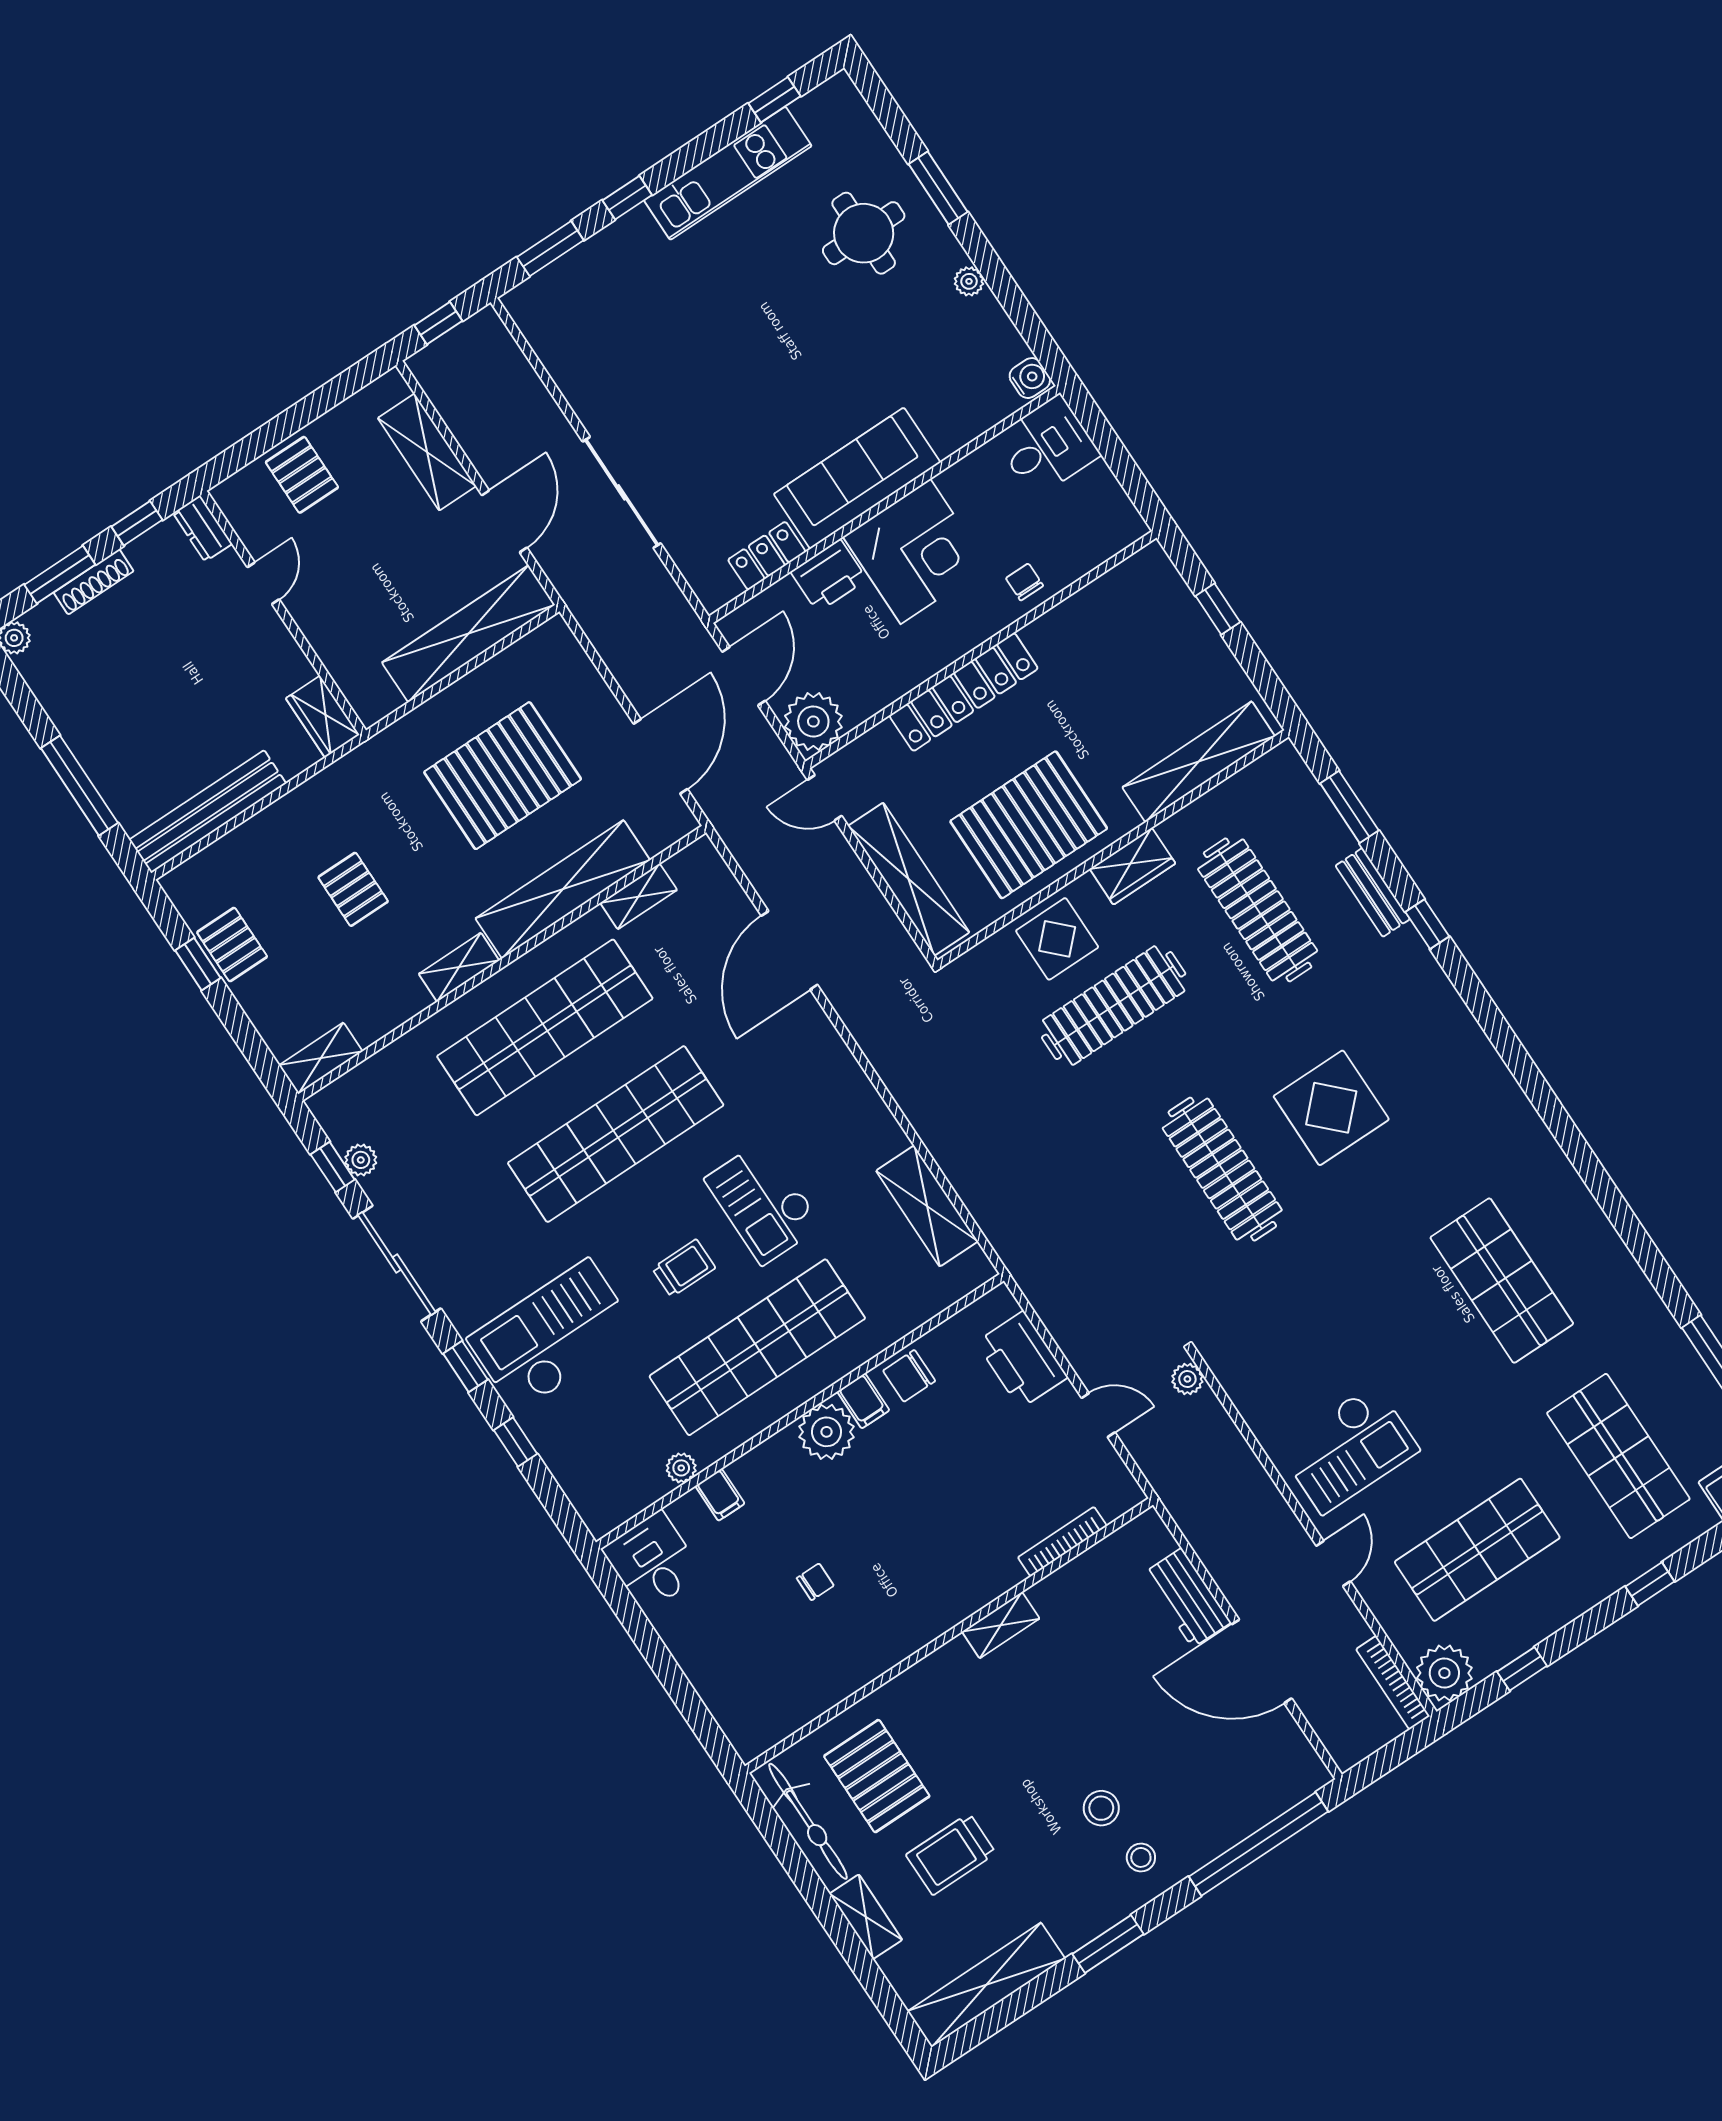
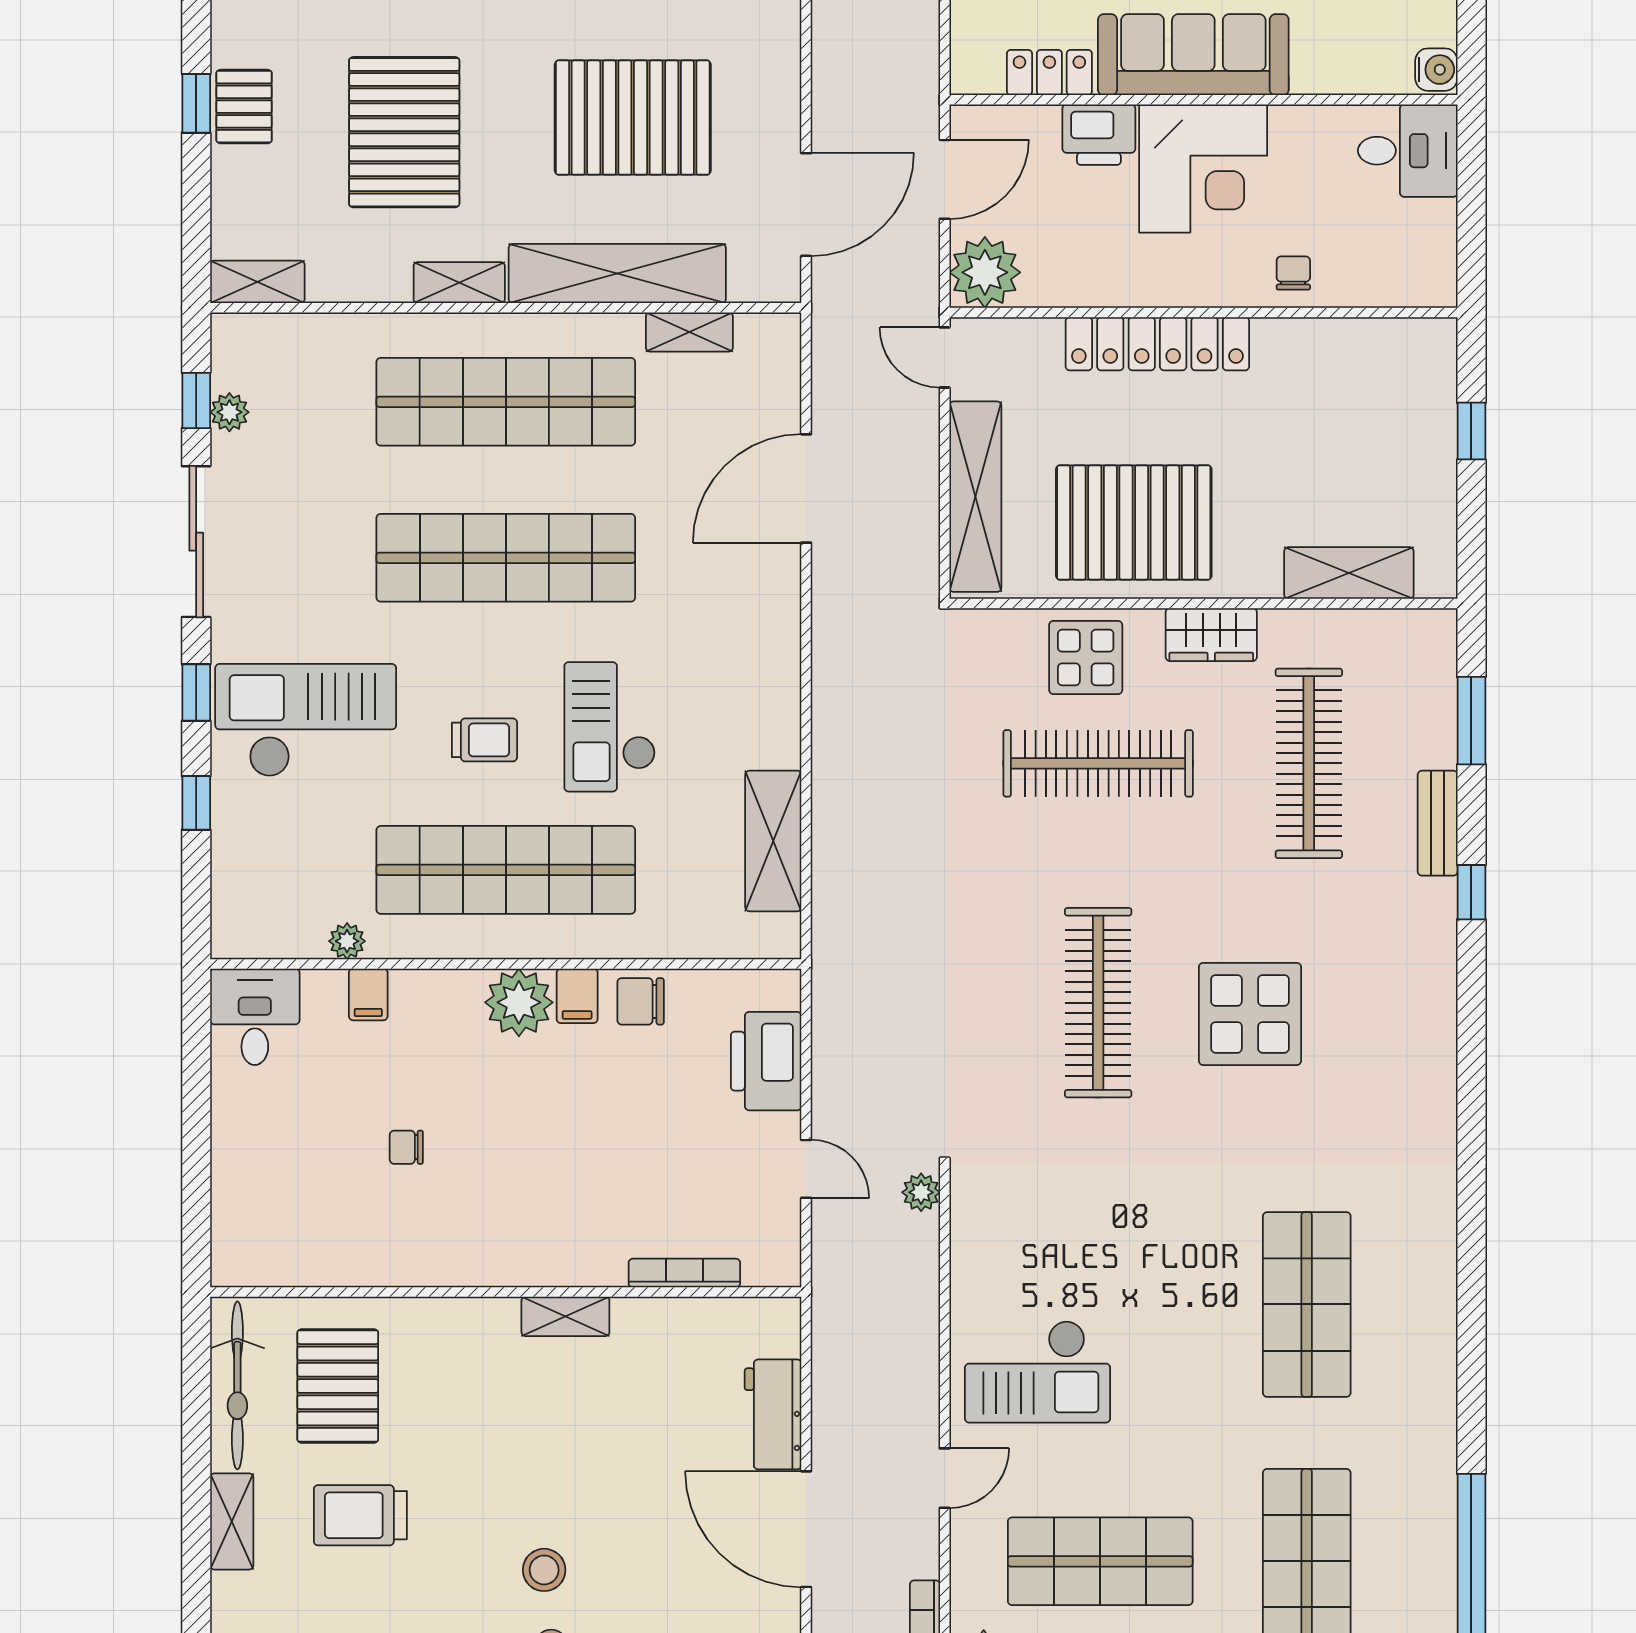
shelving: (1199, 762) -> (1349, 573), width x0.68
pallet: (353, 889) -> (404, 132), width x2.05, depth x2.00
chair: (815, 1582) -> (406, 1147), turned 180

